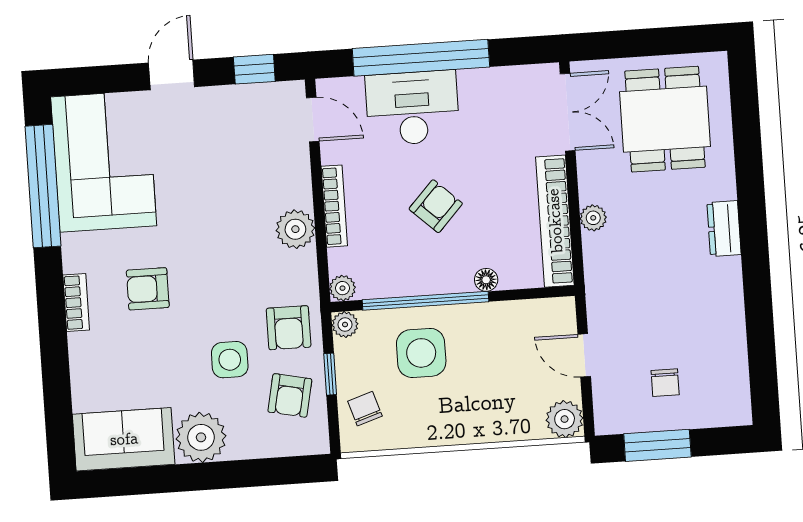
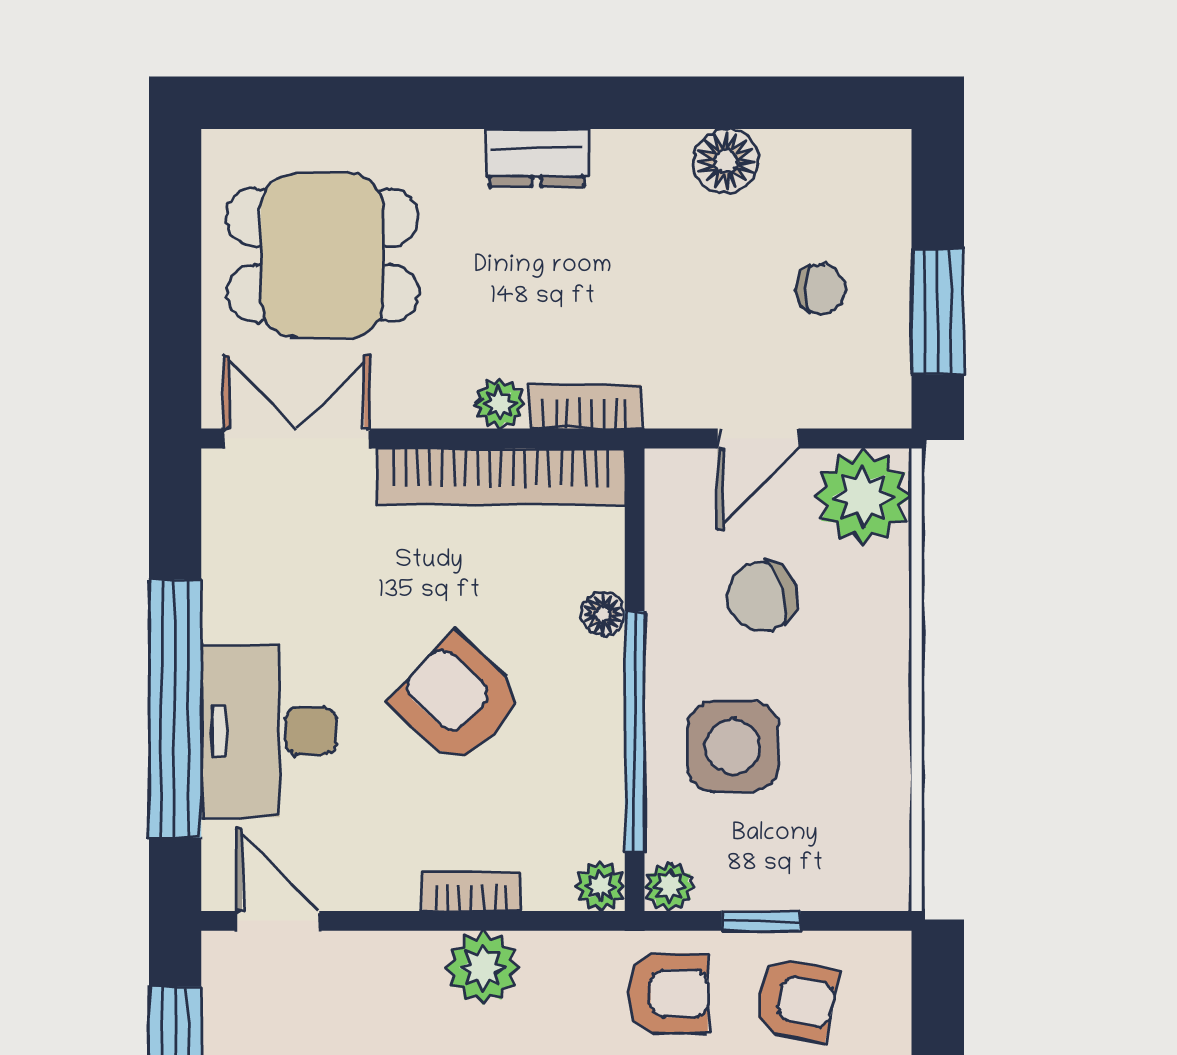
door: (313, 119) -> (278, 921), hinge flipped
bookcase: (334, 206) -> (472, 891), width x0.64
armchair: (436, 206) -> (457, 700), width x1.38, depth x1.38
bookcase: (595, 263) -> (585, 407), added
floor lamp: (729, 328) -> (726, 161), added
chair: (365, 409) -> (762, 597), moved, width x1.37, depth x1.37
plant: (565, 419) -> (863, 497), width x1.36, depth x1.36

